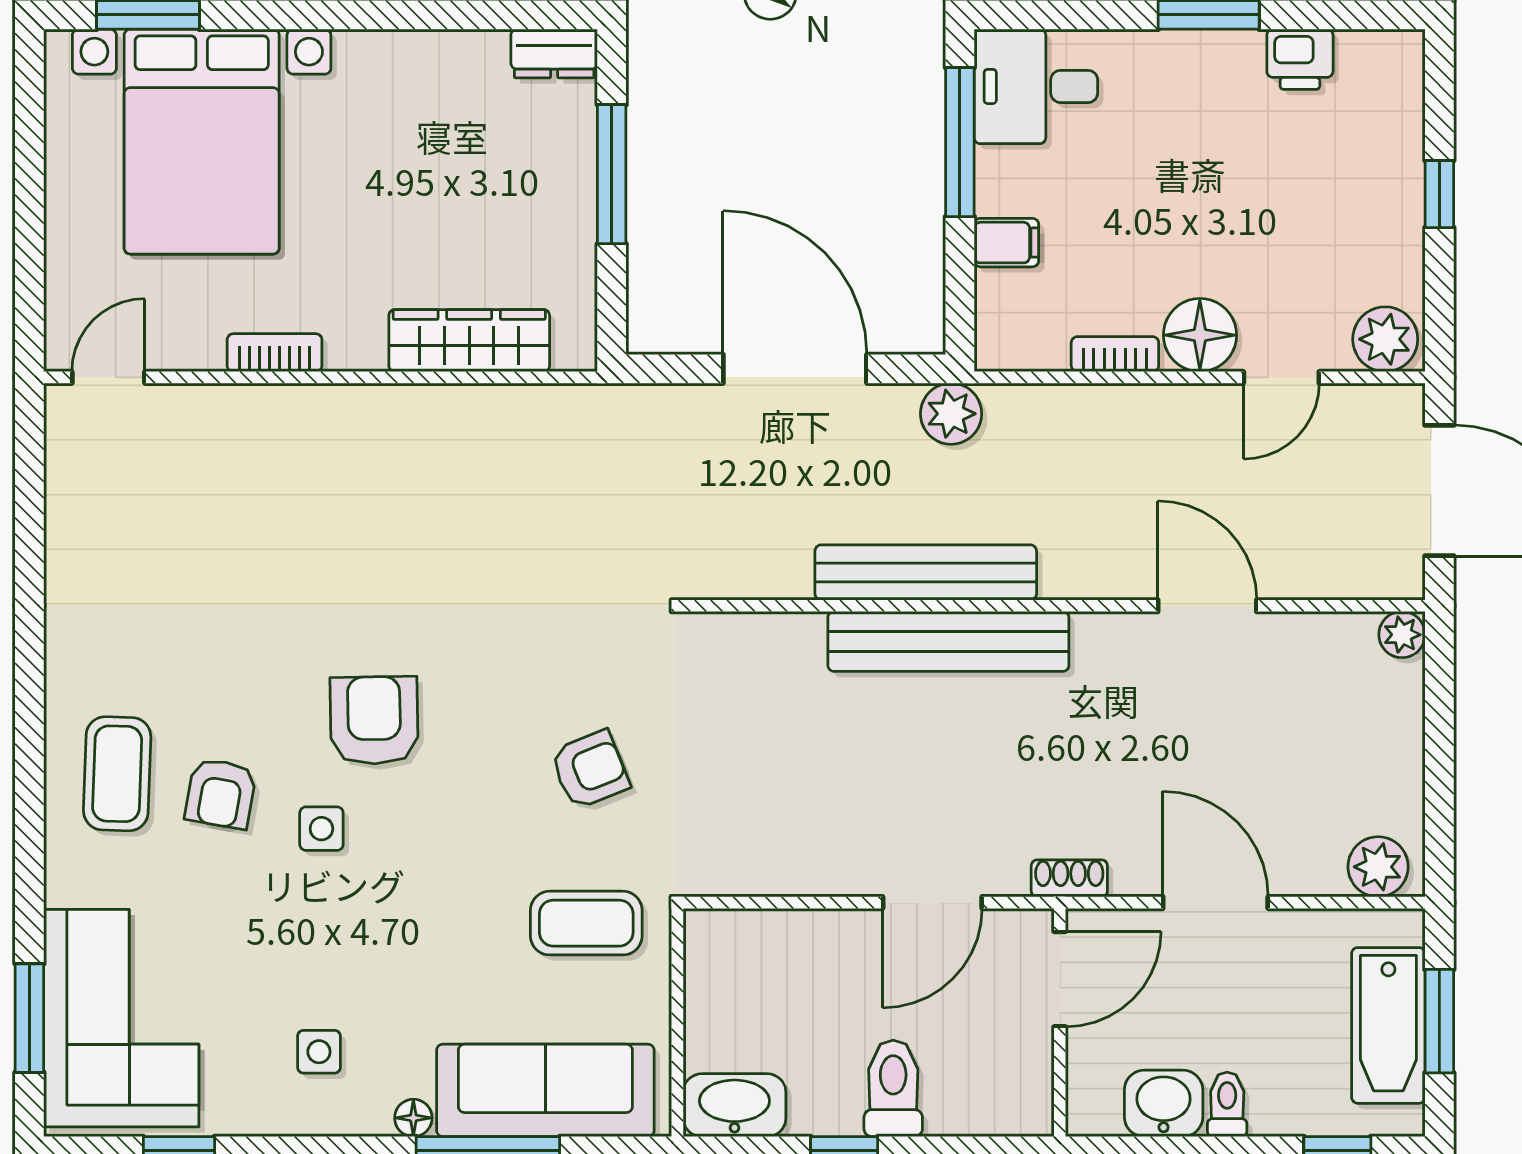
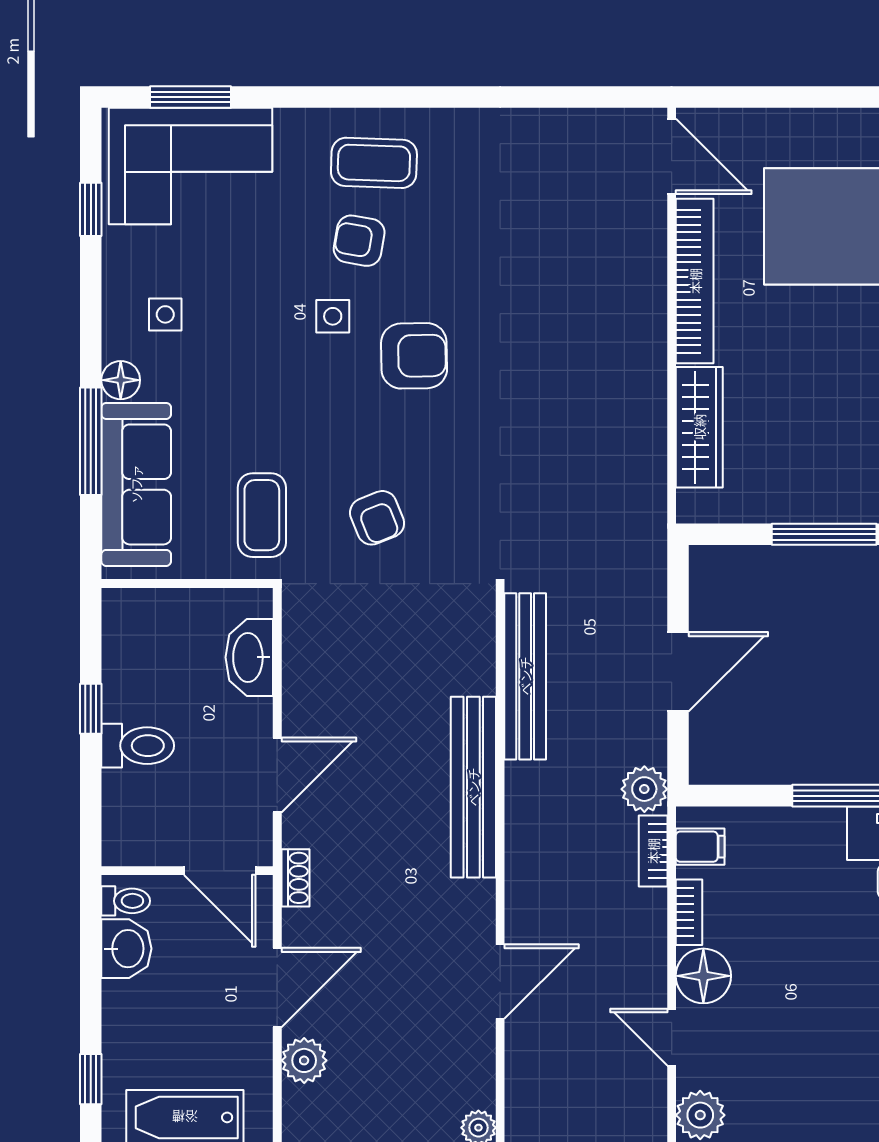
filing cabinet: (1006, 243) -> (700, 847), moved, turned -90
bookcase: (275, 353) -> (695, 281), width x2.31, depth x1.31
door: (795, 369) -> (678, 672), width x0.73
door: (108, 377) -> (672, 156), width x1.38
bookcase: (1034, 402) -> (653, 851), added
bench: (926, 572) -> (525, 676), moved
plant: (1378, 867) -> (304, 1060), moved
door: (932, 903) -> (277, 775), swing flipped
toilet: (1227, 1104) -> (126, 901), moved
washbasin: (734, 1105) -> (249, 657), moved, turned 180
floor lamp: (413, 1118) -> (121, 380), width x1.37, depth x1.37

